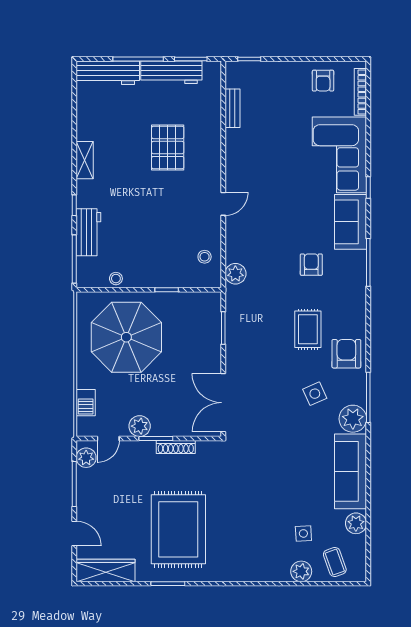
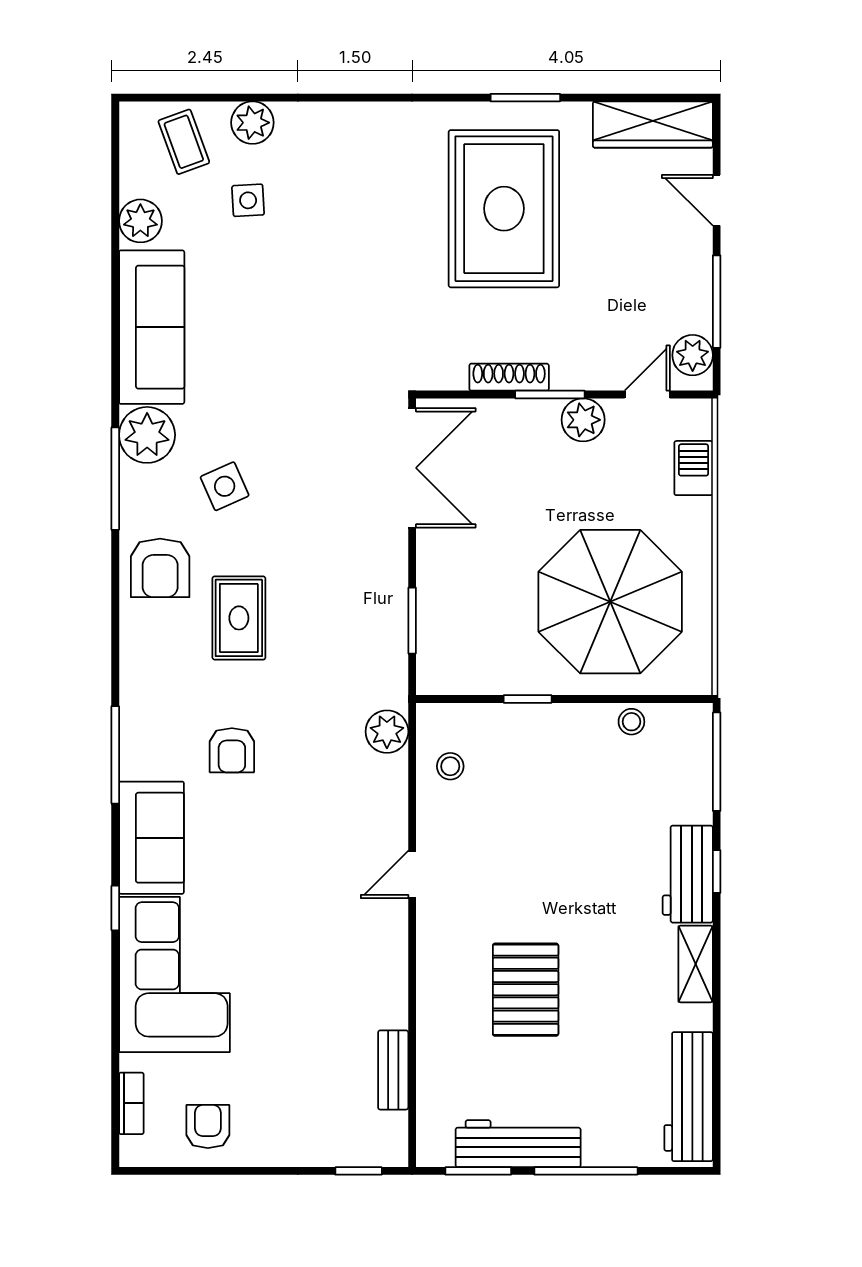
workbench: (108, 73) -> (689, 1097), moved, turned -90
bookcase: (360, 92) -> (131, 1103), width x0.64
workbench: (88, 232) -> (688, 874), moved

